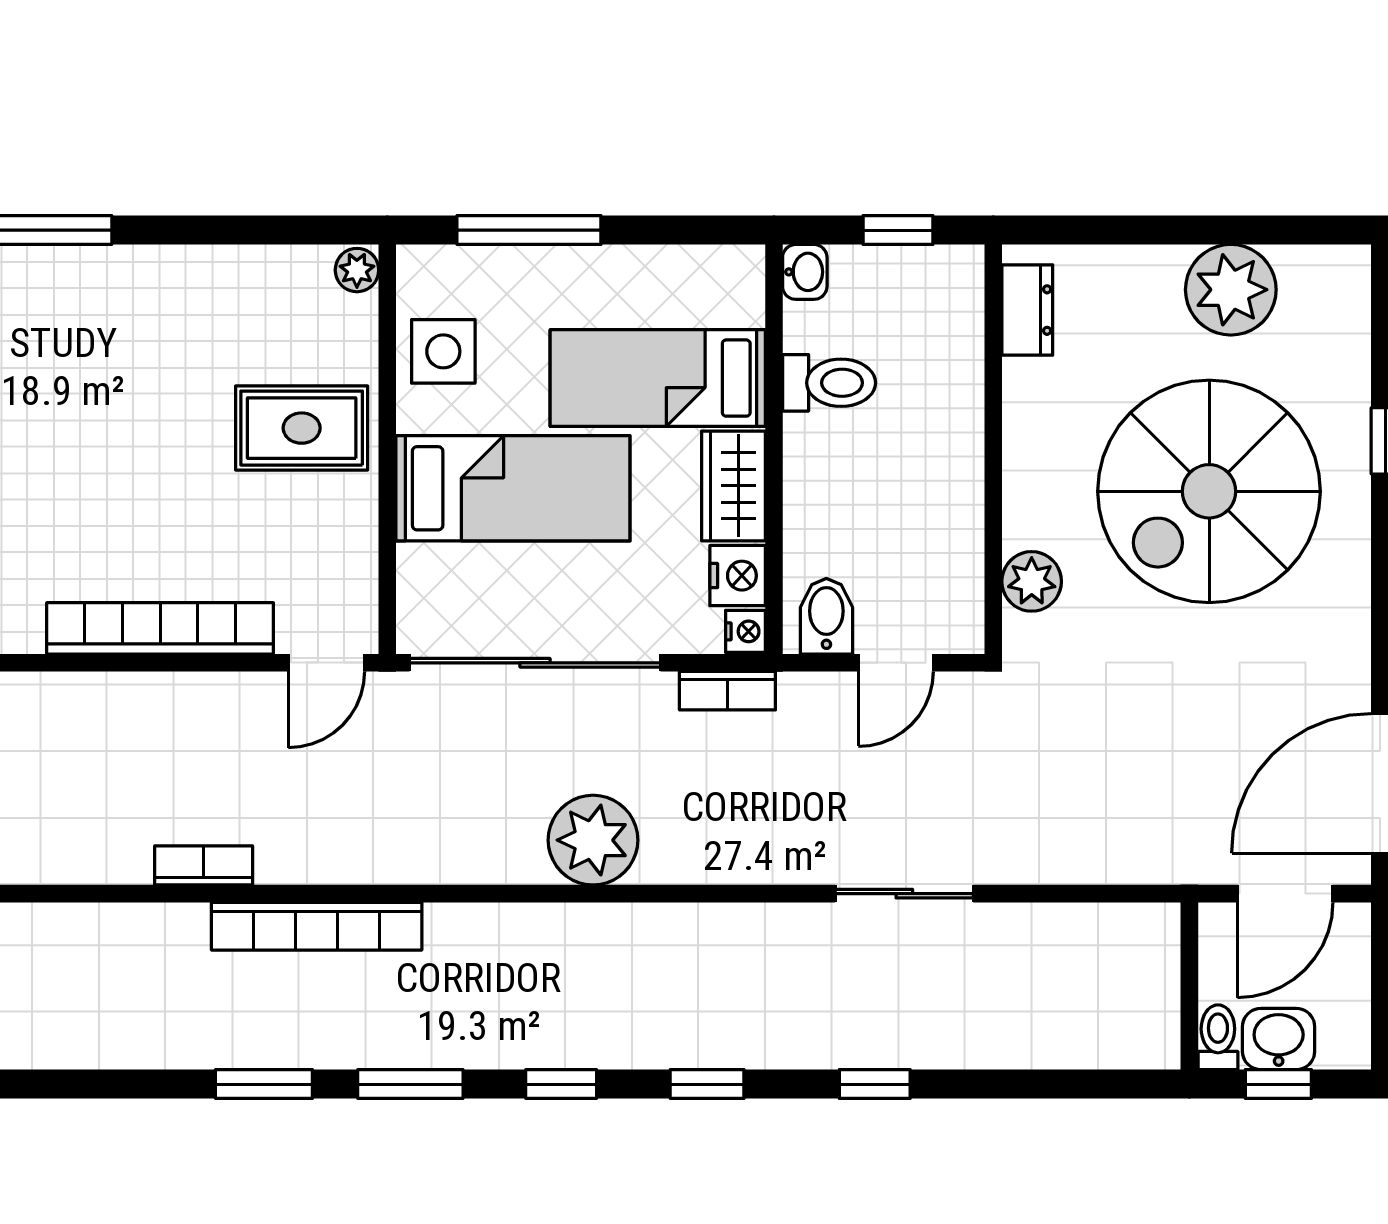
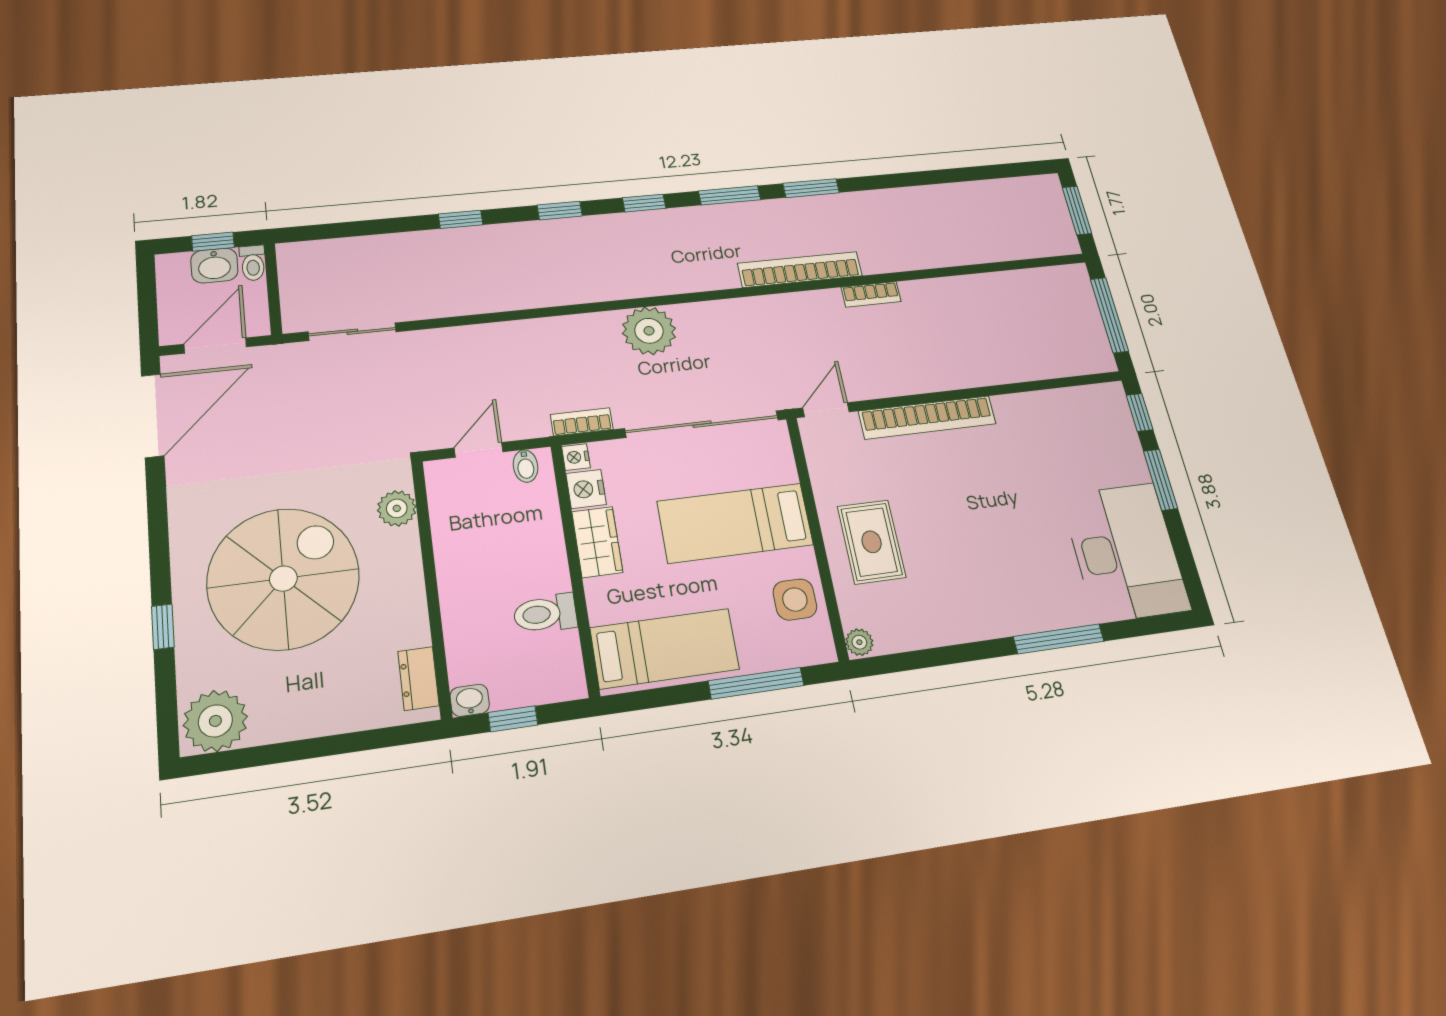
washbasin: (805, 272) -> (470, 700), moved, turned 90
plant: (1231, 290) -> (215, 721), moved
bed: (658, 378) -> (665, 649), moved
rug: (302, 428) -> (872, 542), turned 90
bidet: (826, 616) -> (526, 466), width x0.72, depth x0.74
sliding door: (904, 894) -> (352, 332), moved

